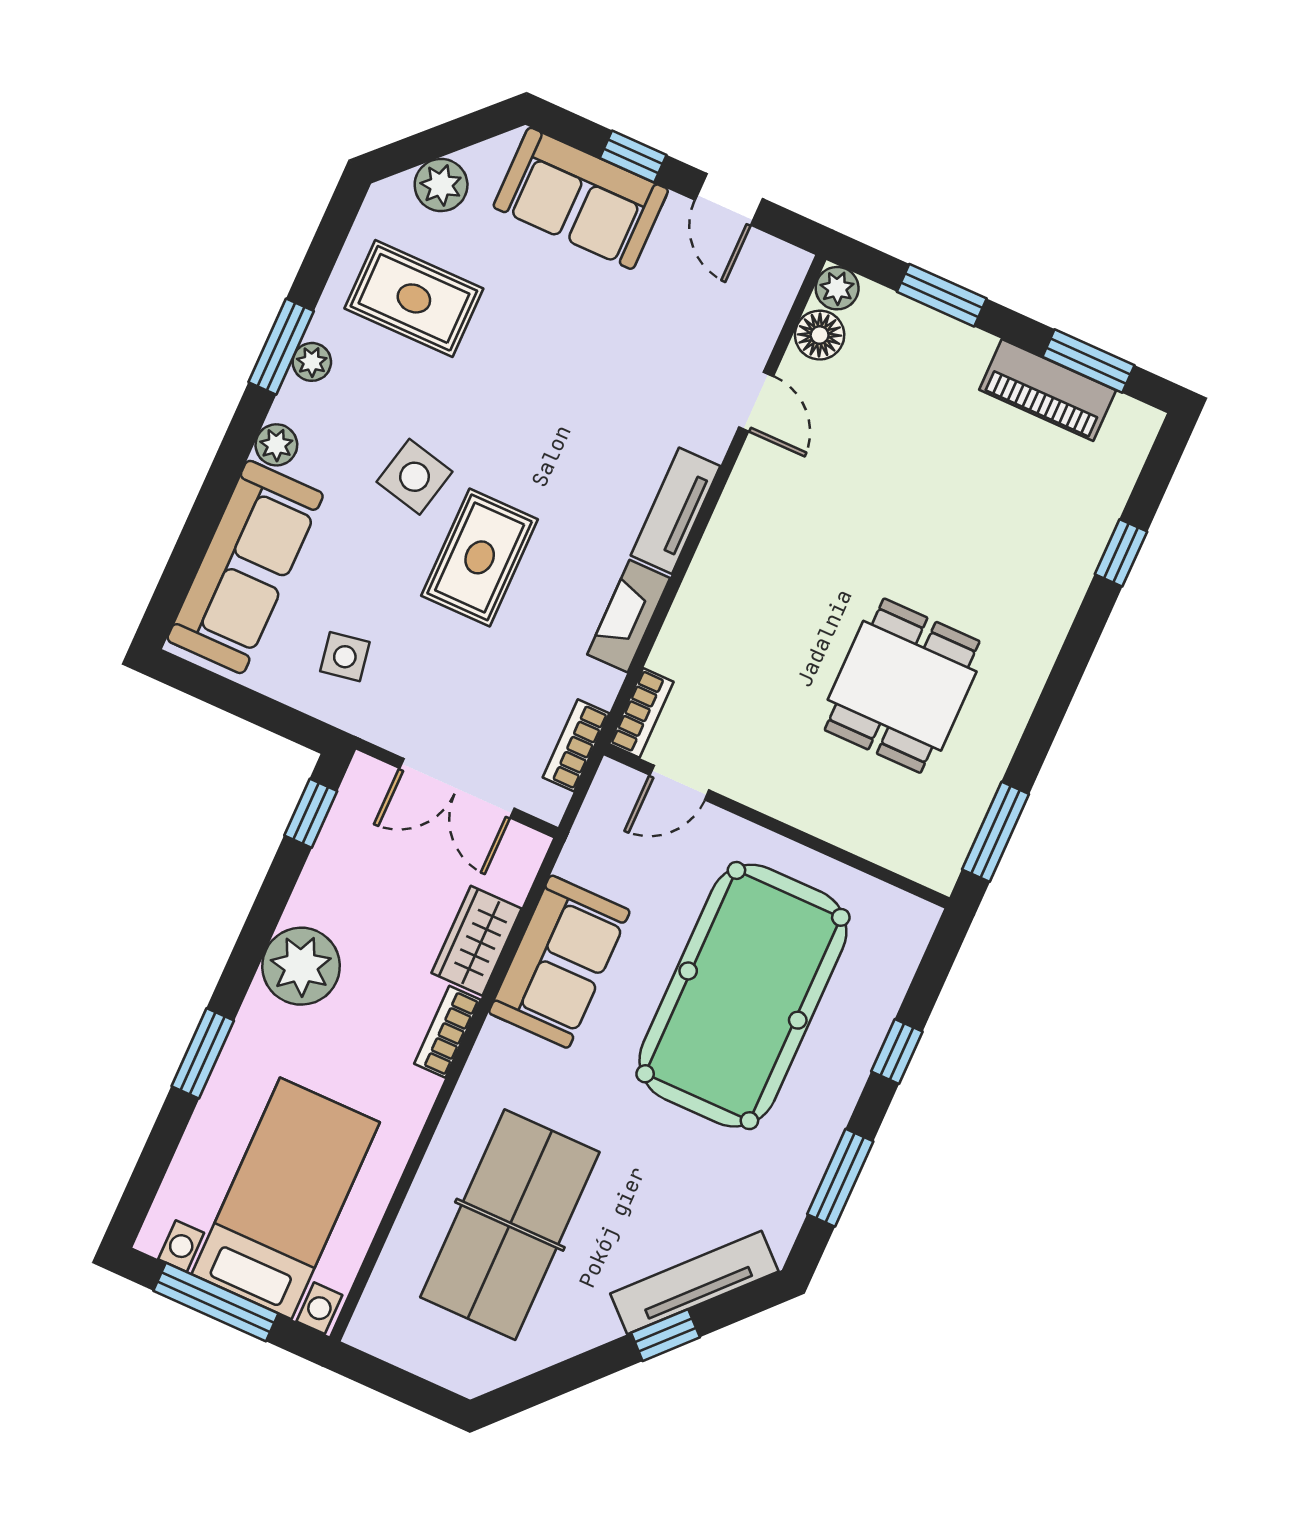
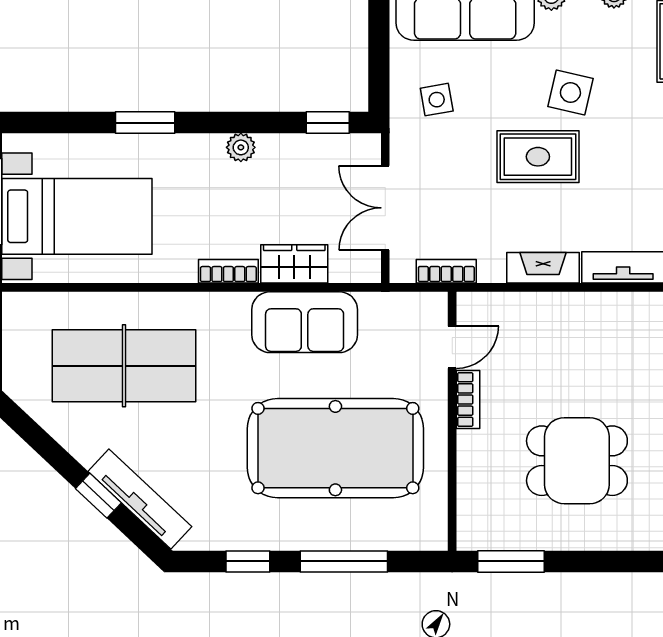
bookcase: (641, 713) -> (468, 399), moved, turned -90
door: (679, 783) -> (452, 347), swing flipped
plant: (301, 966) -> (241, 147), width x0.53, depth x0.53
window: (897, 1051) -> (344, 561), width x2.17
window: (840, 1178) -> (248, 561), width x0.67

